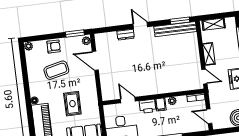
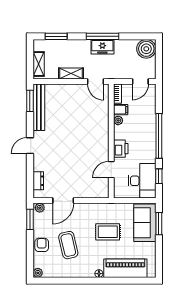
dresser: (126, 35) -> (38, 181), moved
door: (204, 77) -> (96, 81), swing flipped
filing cabinet: (161, 104) -> (121, 110), moved

